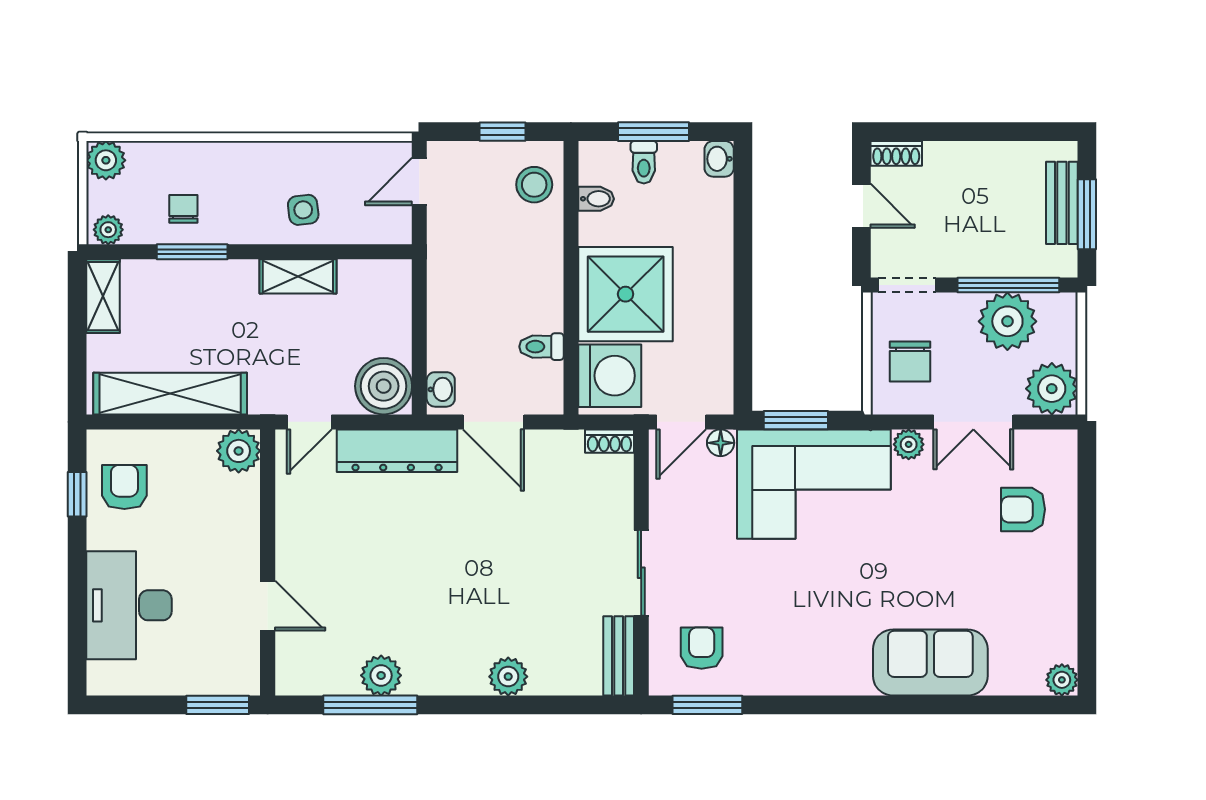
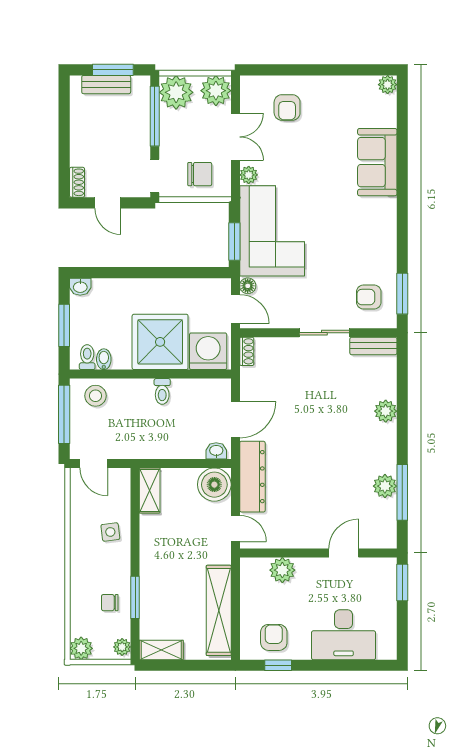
window: (502, 132) -> (64, 414), width x2.17
toilet: (644, 162) -> (87, 357), moved, turned -90
door: (861, 206) -> (108, 203), swing flipped
shelving: (298, 276) -> (150, 490), moved
plant: (1007, 321) -> (176, 92), moved
toilet: (541, 347) -> (162, 391), moved
plant: (239, 451) -> (282, 570), moved
armchair: (124, 487) -> (274, 637), turned 90

